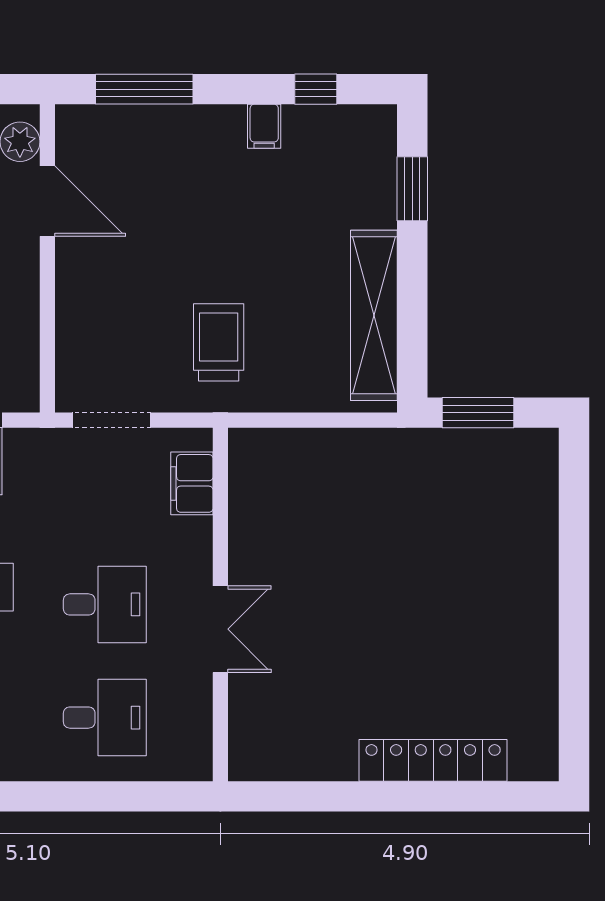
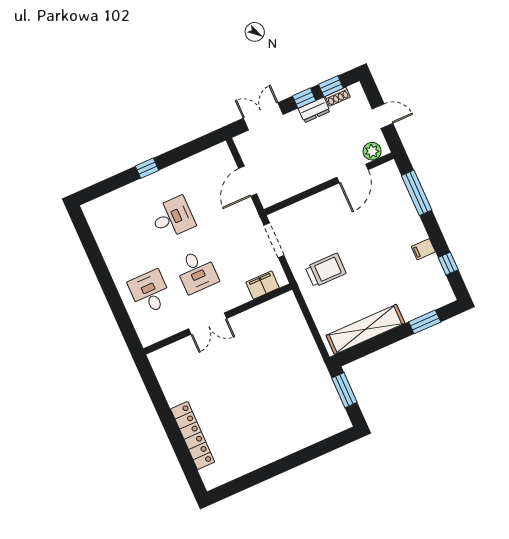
desk: (105, 718) -> (150, 292), turned 180

